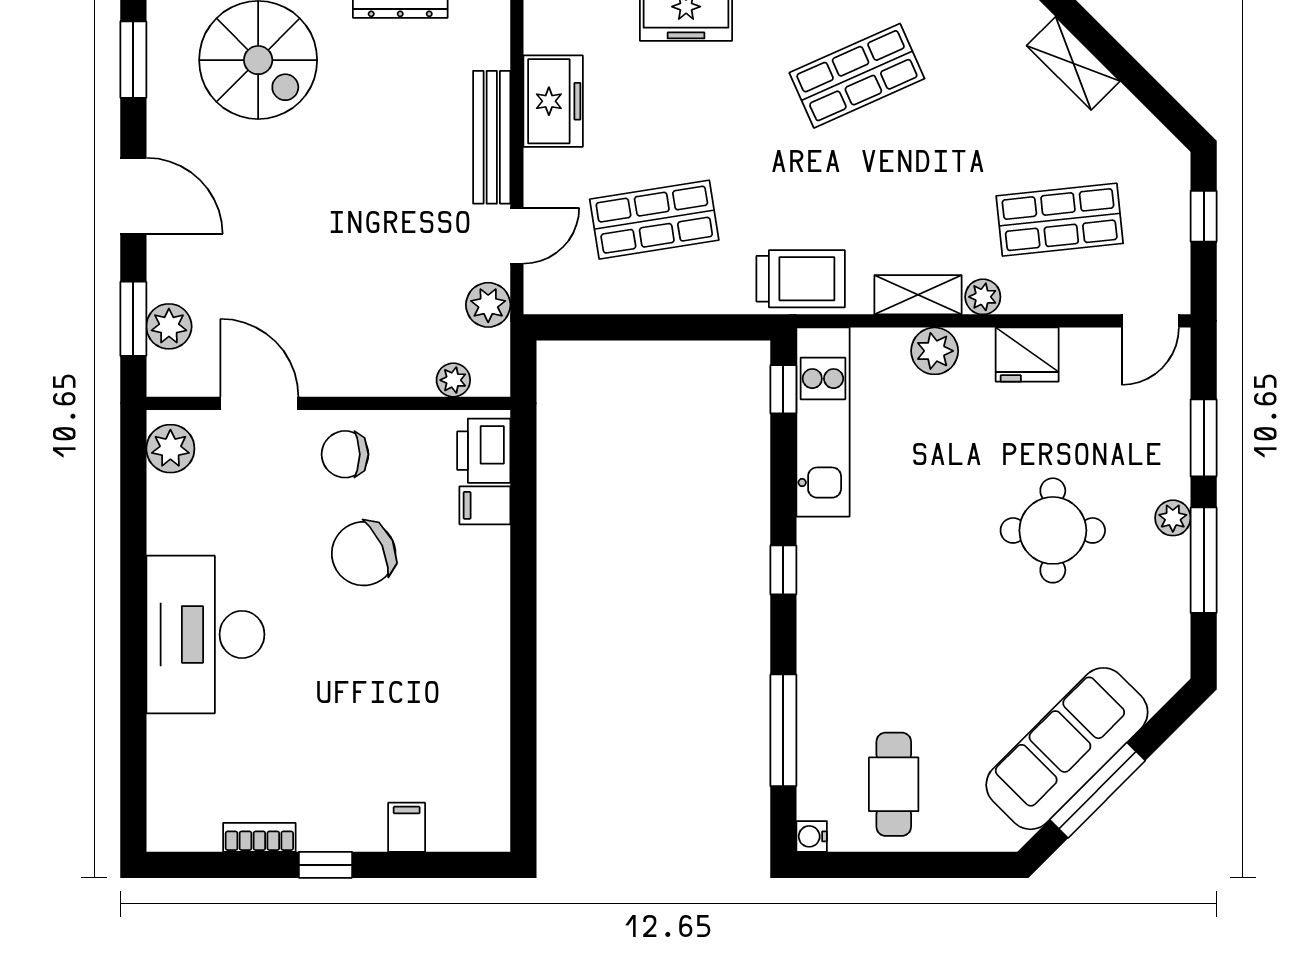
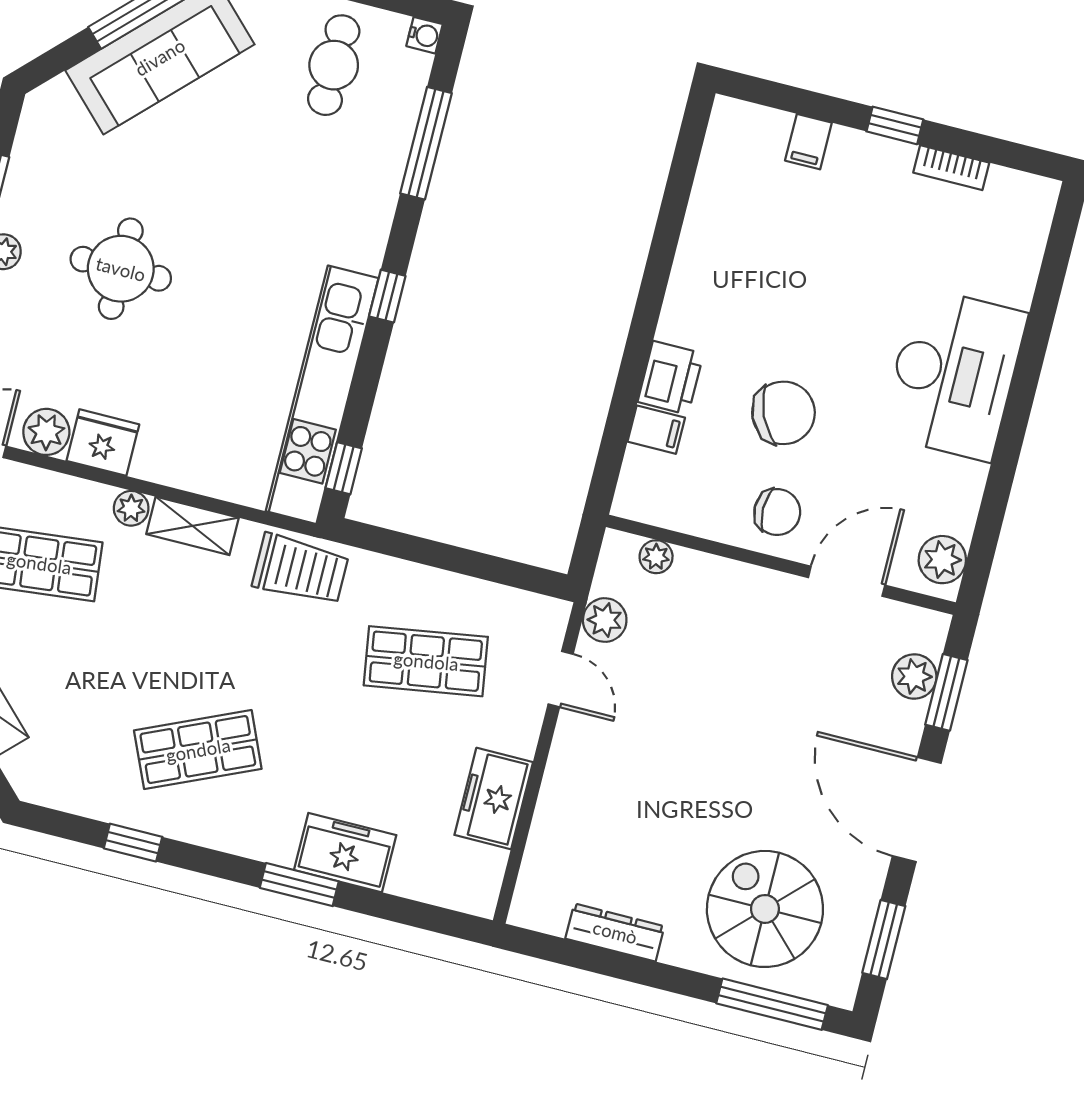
bench: (492, 137) -> (561, 779), removed
door: (133, 196) -> (917, 810), width x1.36
door: (517, 236) -> (561, 679), swing flipped
trolley: (801, 279) -> (300, 570), turned 180
plant: (935, 351) -> (46, 432), moved
door: (259, 403) -> (847, 581), swing flipped
kitchen unit: (823, 422) -> (322, 395), width x1.36
printer: (484, 451) -> (671, 378), moved

